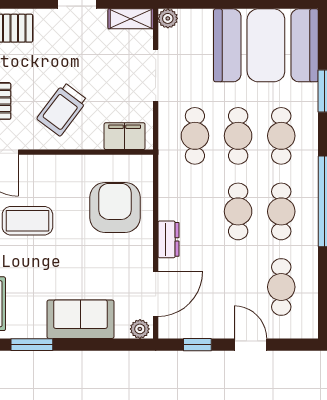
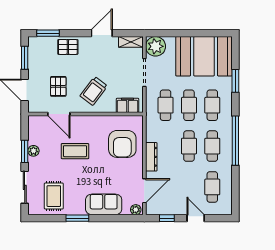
plant: (168, 18) -> (156, 46), width x1.88, depth x1.88
armchair: (115, 207) -> (122, 144), turned 180
dresser: (168, 239) -> (151, 157), width x1.44

